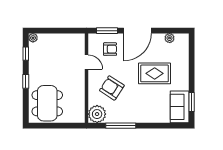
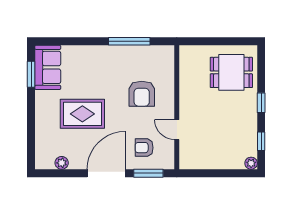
armchair: (112, 88) -> (142, 94), turned 57
dining table: (47, 103) -> (231, 72), width x0.73
plant: (97, 114) -> (162, 57), removed

